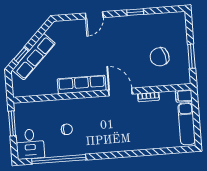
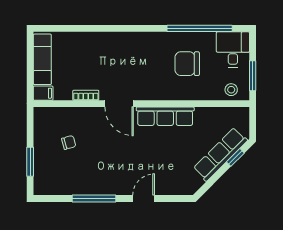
window: (135, 12) -> (94, 198), width x2.17
window: (191, 56) -> (30, 162), moved
chair: (160, 57) -> (69, 142), width x0.54, depth x0.54
stool: (29, 111) -> (231, 90), added
chair: (67, 129) -> (187, 64), width x1.87, depth x1.87

